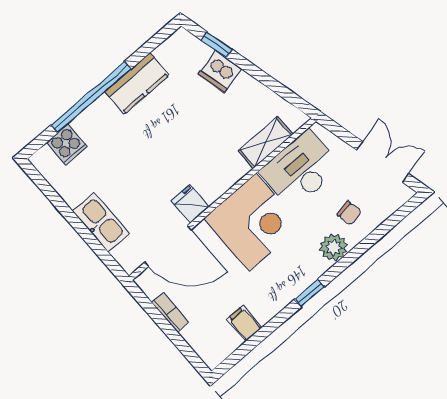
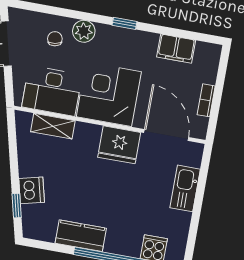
fridge: (190, 204) -> (119, 145), width x1.88, depth x1.34
filing cabinet: (244, 324) -> (176, 49), width x2.00

